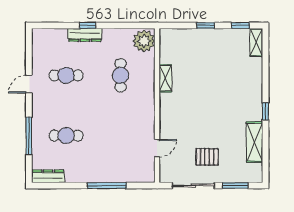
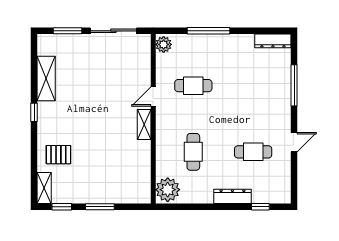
window: (88, 25) -> (260, 207), moved
window: (206, 25) -> (100, 207), width x1.50
shelving: (165, 78) -> (144, 125), moved
cafe table: (66, 136) -> (193, 86), moved
door: (157, 148) -> (153, 96), moved
pallet: (207, 157) -> (58, 155), moved
plant: (148, 173) -> (164, 44), added

